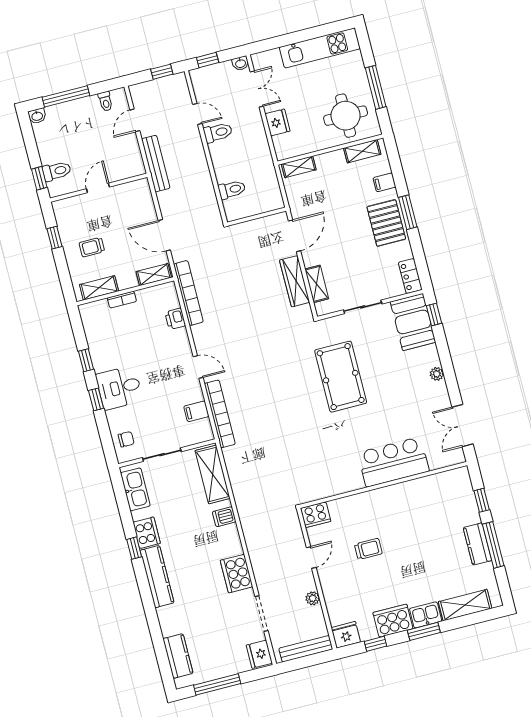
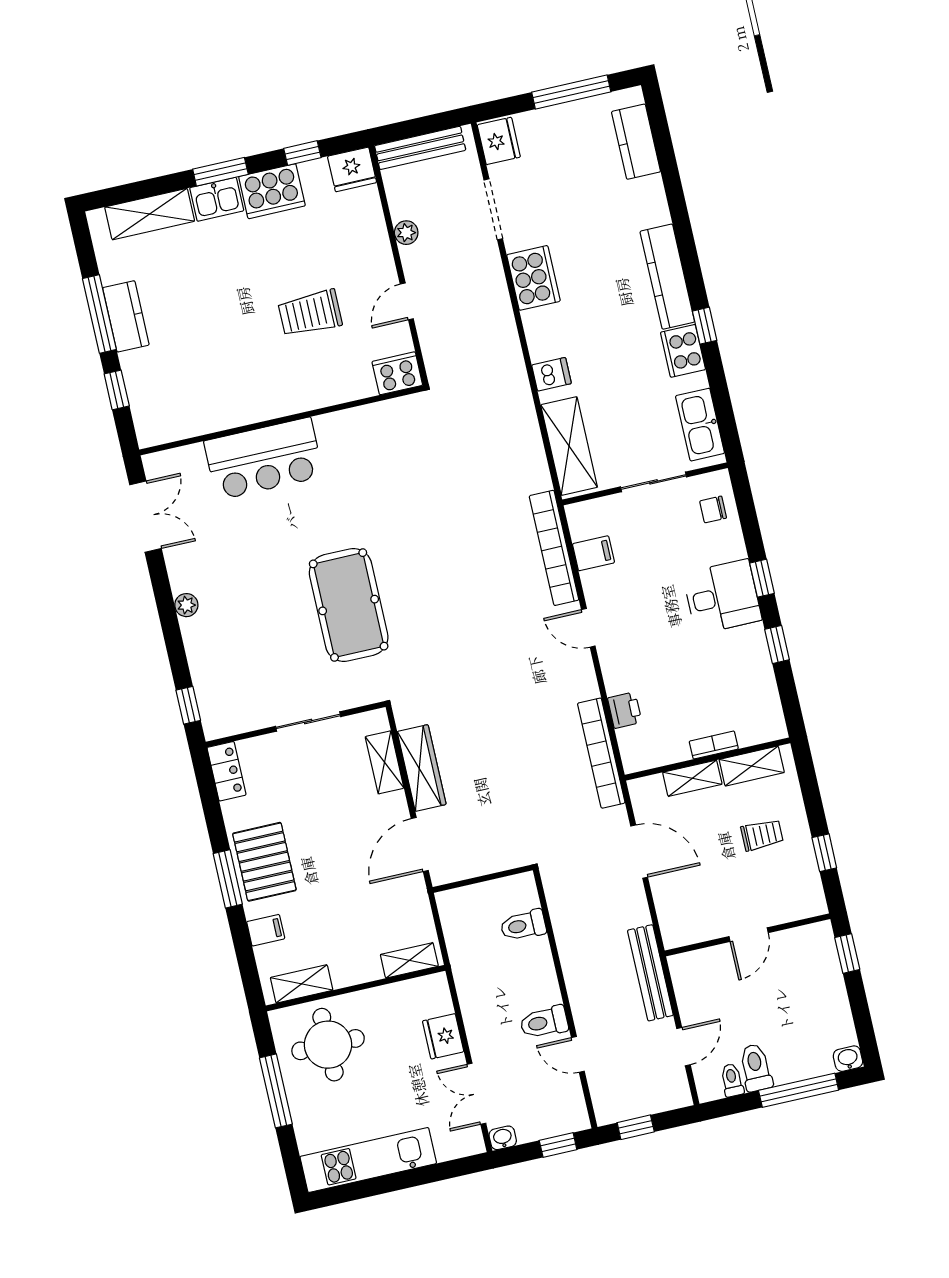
toilet: (57, 171) -> (756, 1068), moved, turned 90
shelving: (154, 275) -> (692, 778), moved
booth: (413, 322) -> (224, 694), removed
trolley: (368, 549) -> (310, 313), width x1.36, depth x1.39

